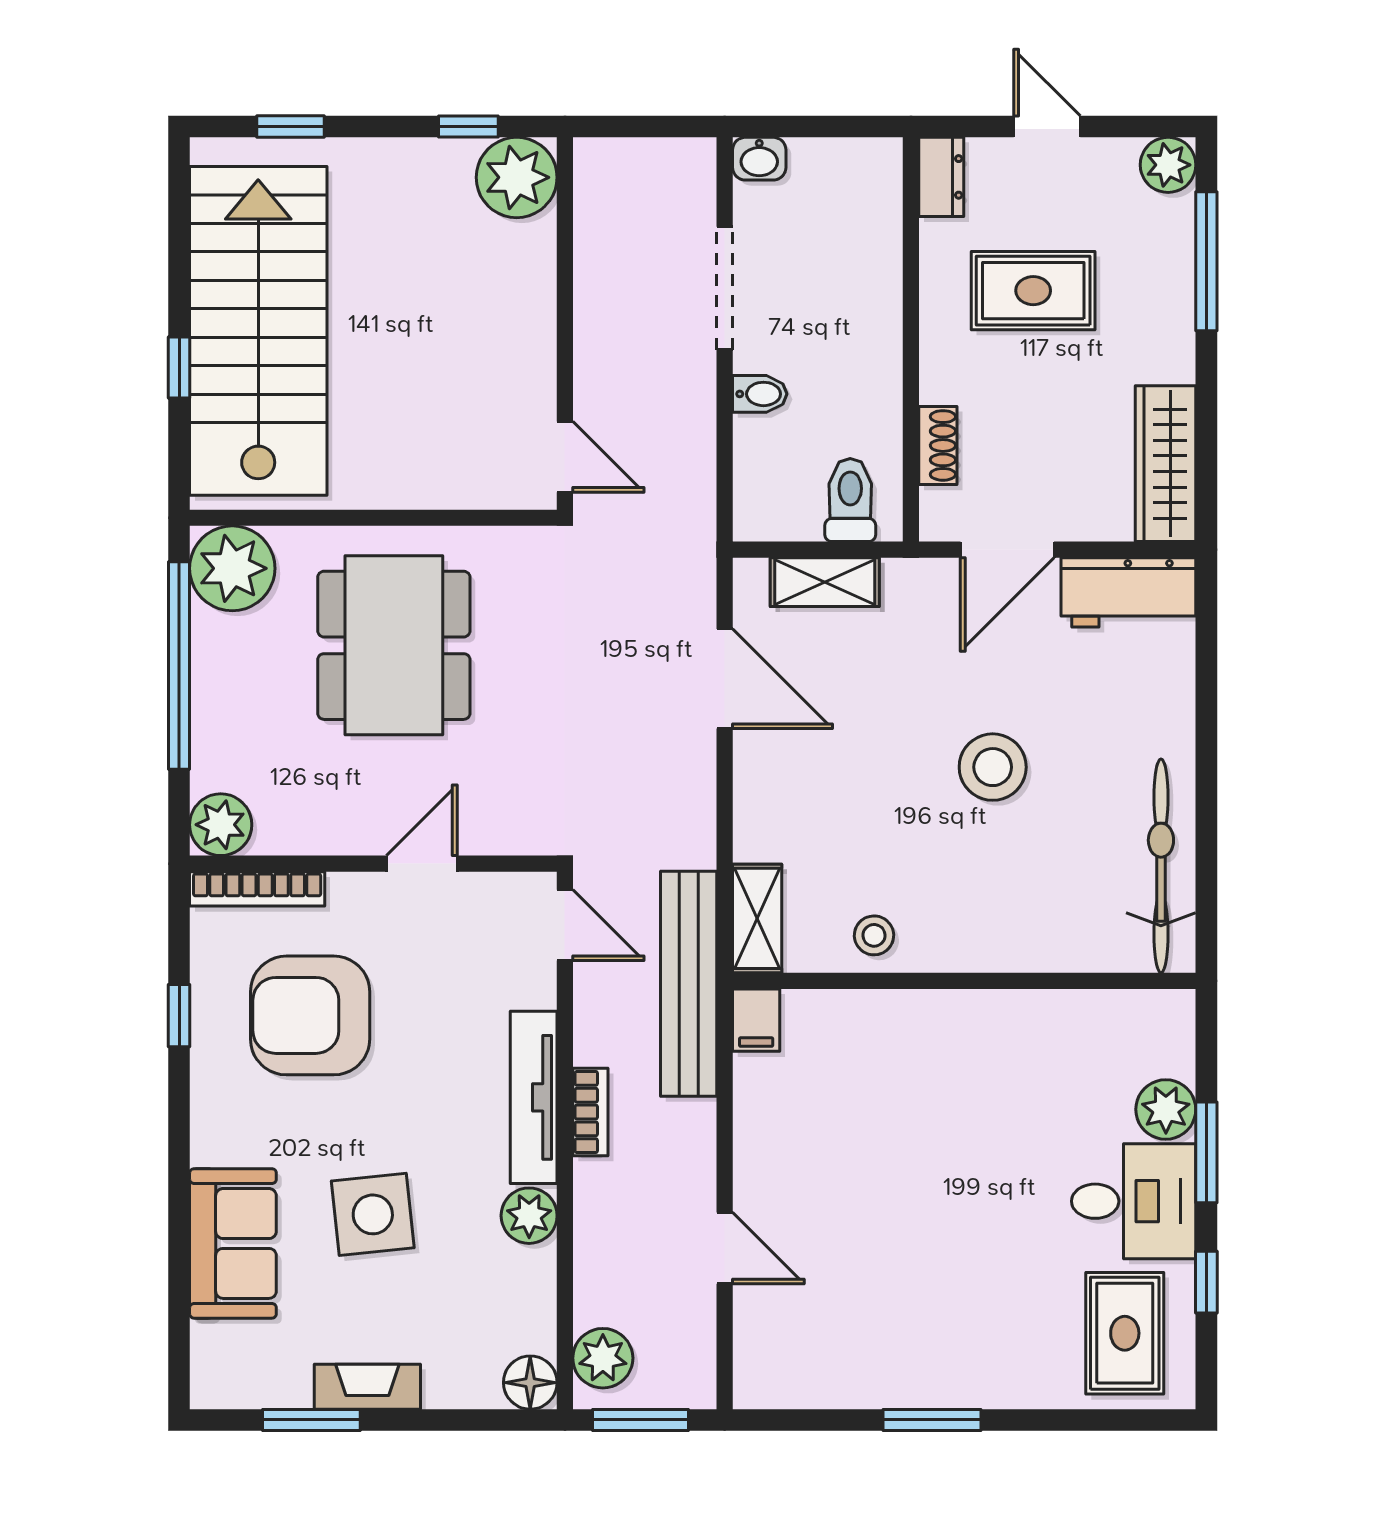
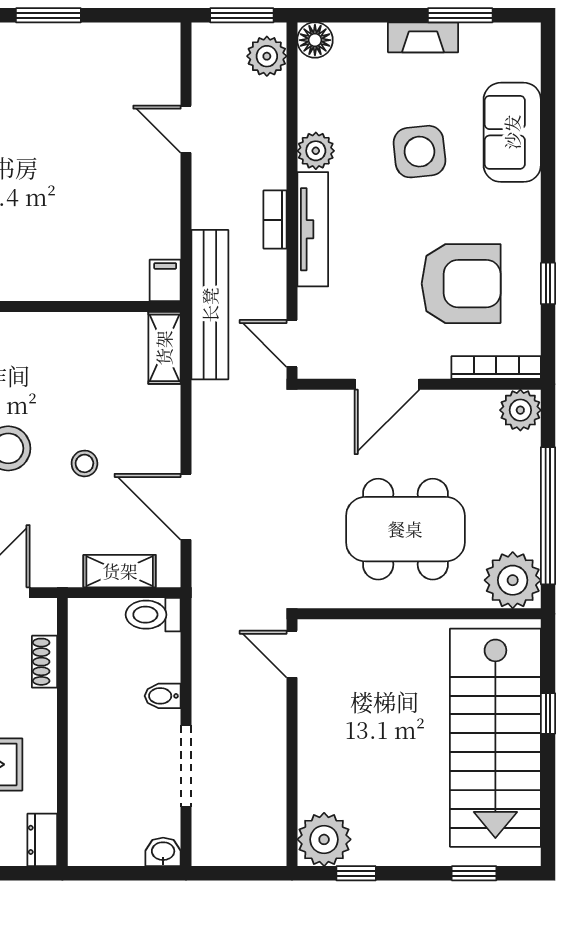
toilet: (850, 500) -> (153, 615), moved, turned 90
dining table: (394, 645) -> (405, 529), turned 90
door: (422, 864) -> (387, 384), width x1.38
stool: (874, 935) -> (84, 463), moved

